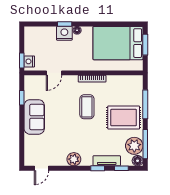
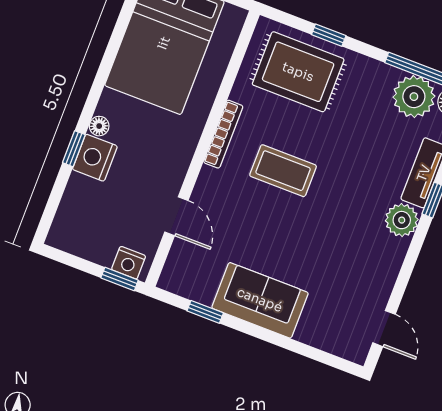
window: (145, 104) -> (329, 35), width x0.46
rug: (124, 118) -> (298, 72), moved, turned 90
plant: (74, 159) -> (402, 220), moved

